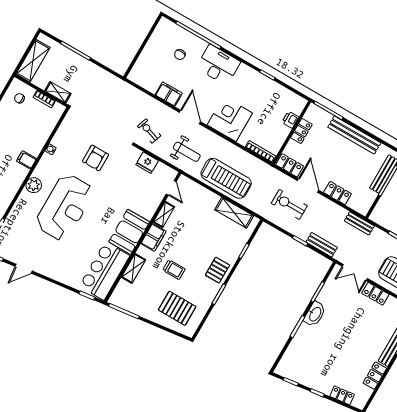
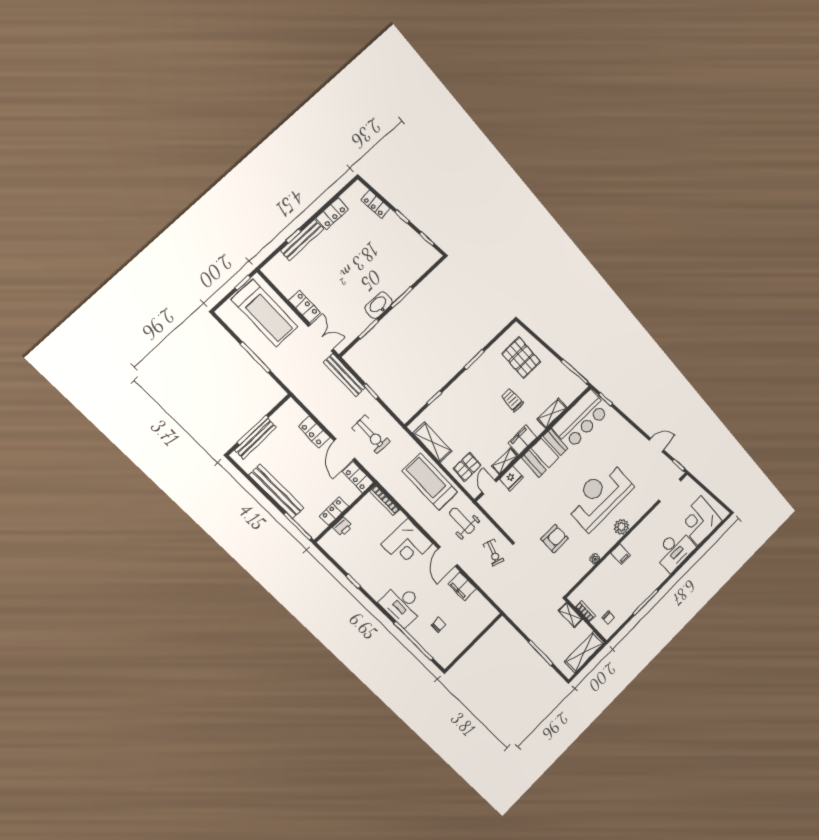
fridge: (147, 163) -> (511, 478), moved, turned 90
bench: (359, 223) -> (300, 391), removed
bench: (322, 245) -> (344, 375), width x1.36
pallet: (217, 270) -> (467, 467), moved

